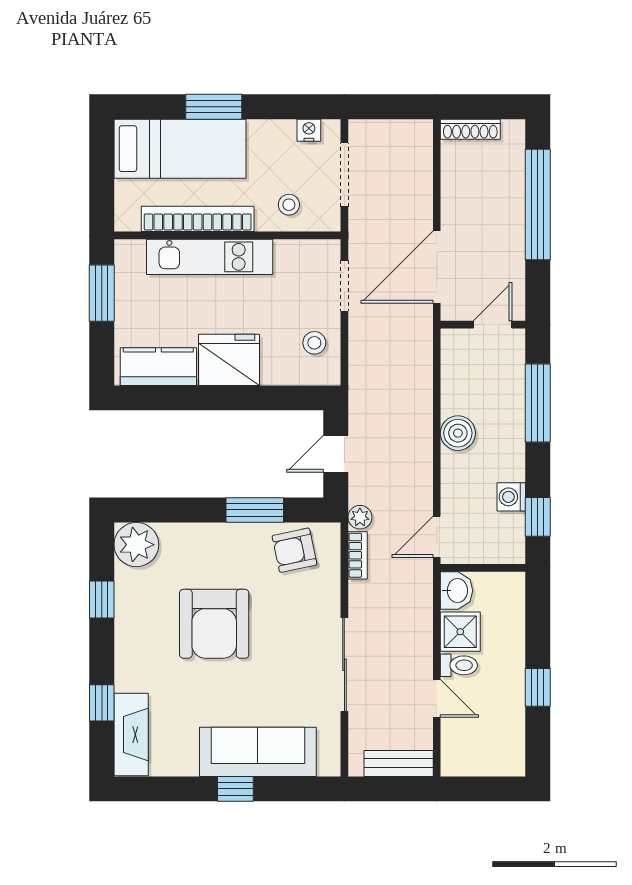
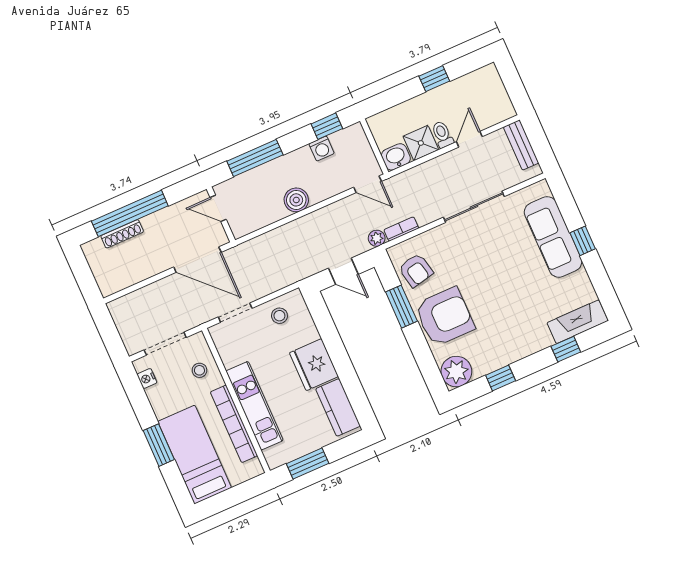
shoe rack: (470, 129) -> (122, 234), moved, turned 90
armchair: (214, 624) -> (445, 317), moved

